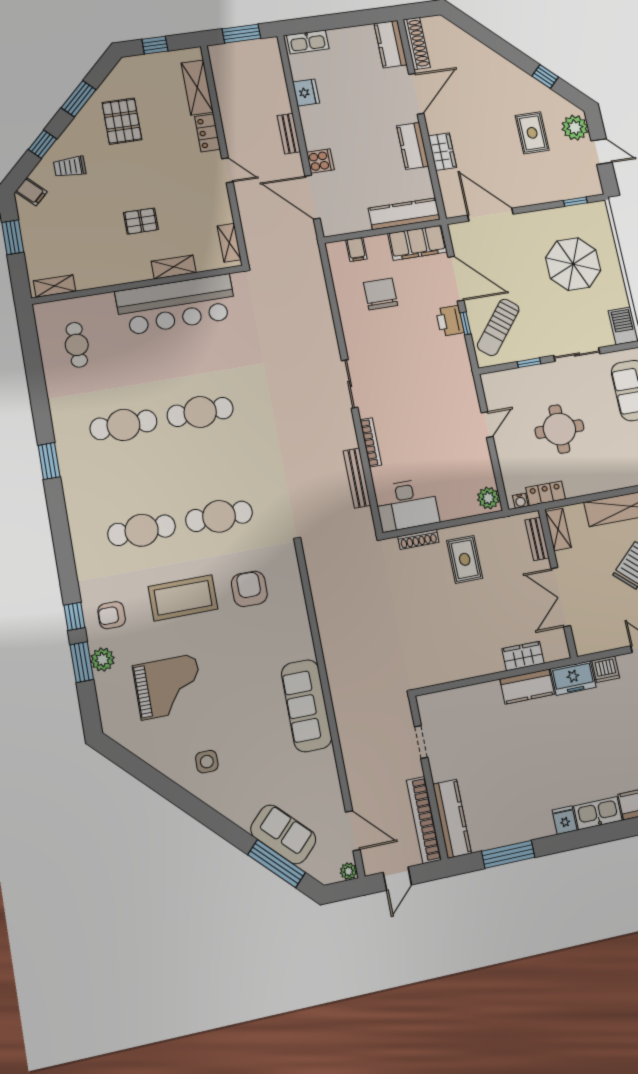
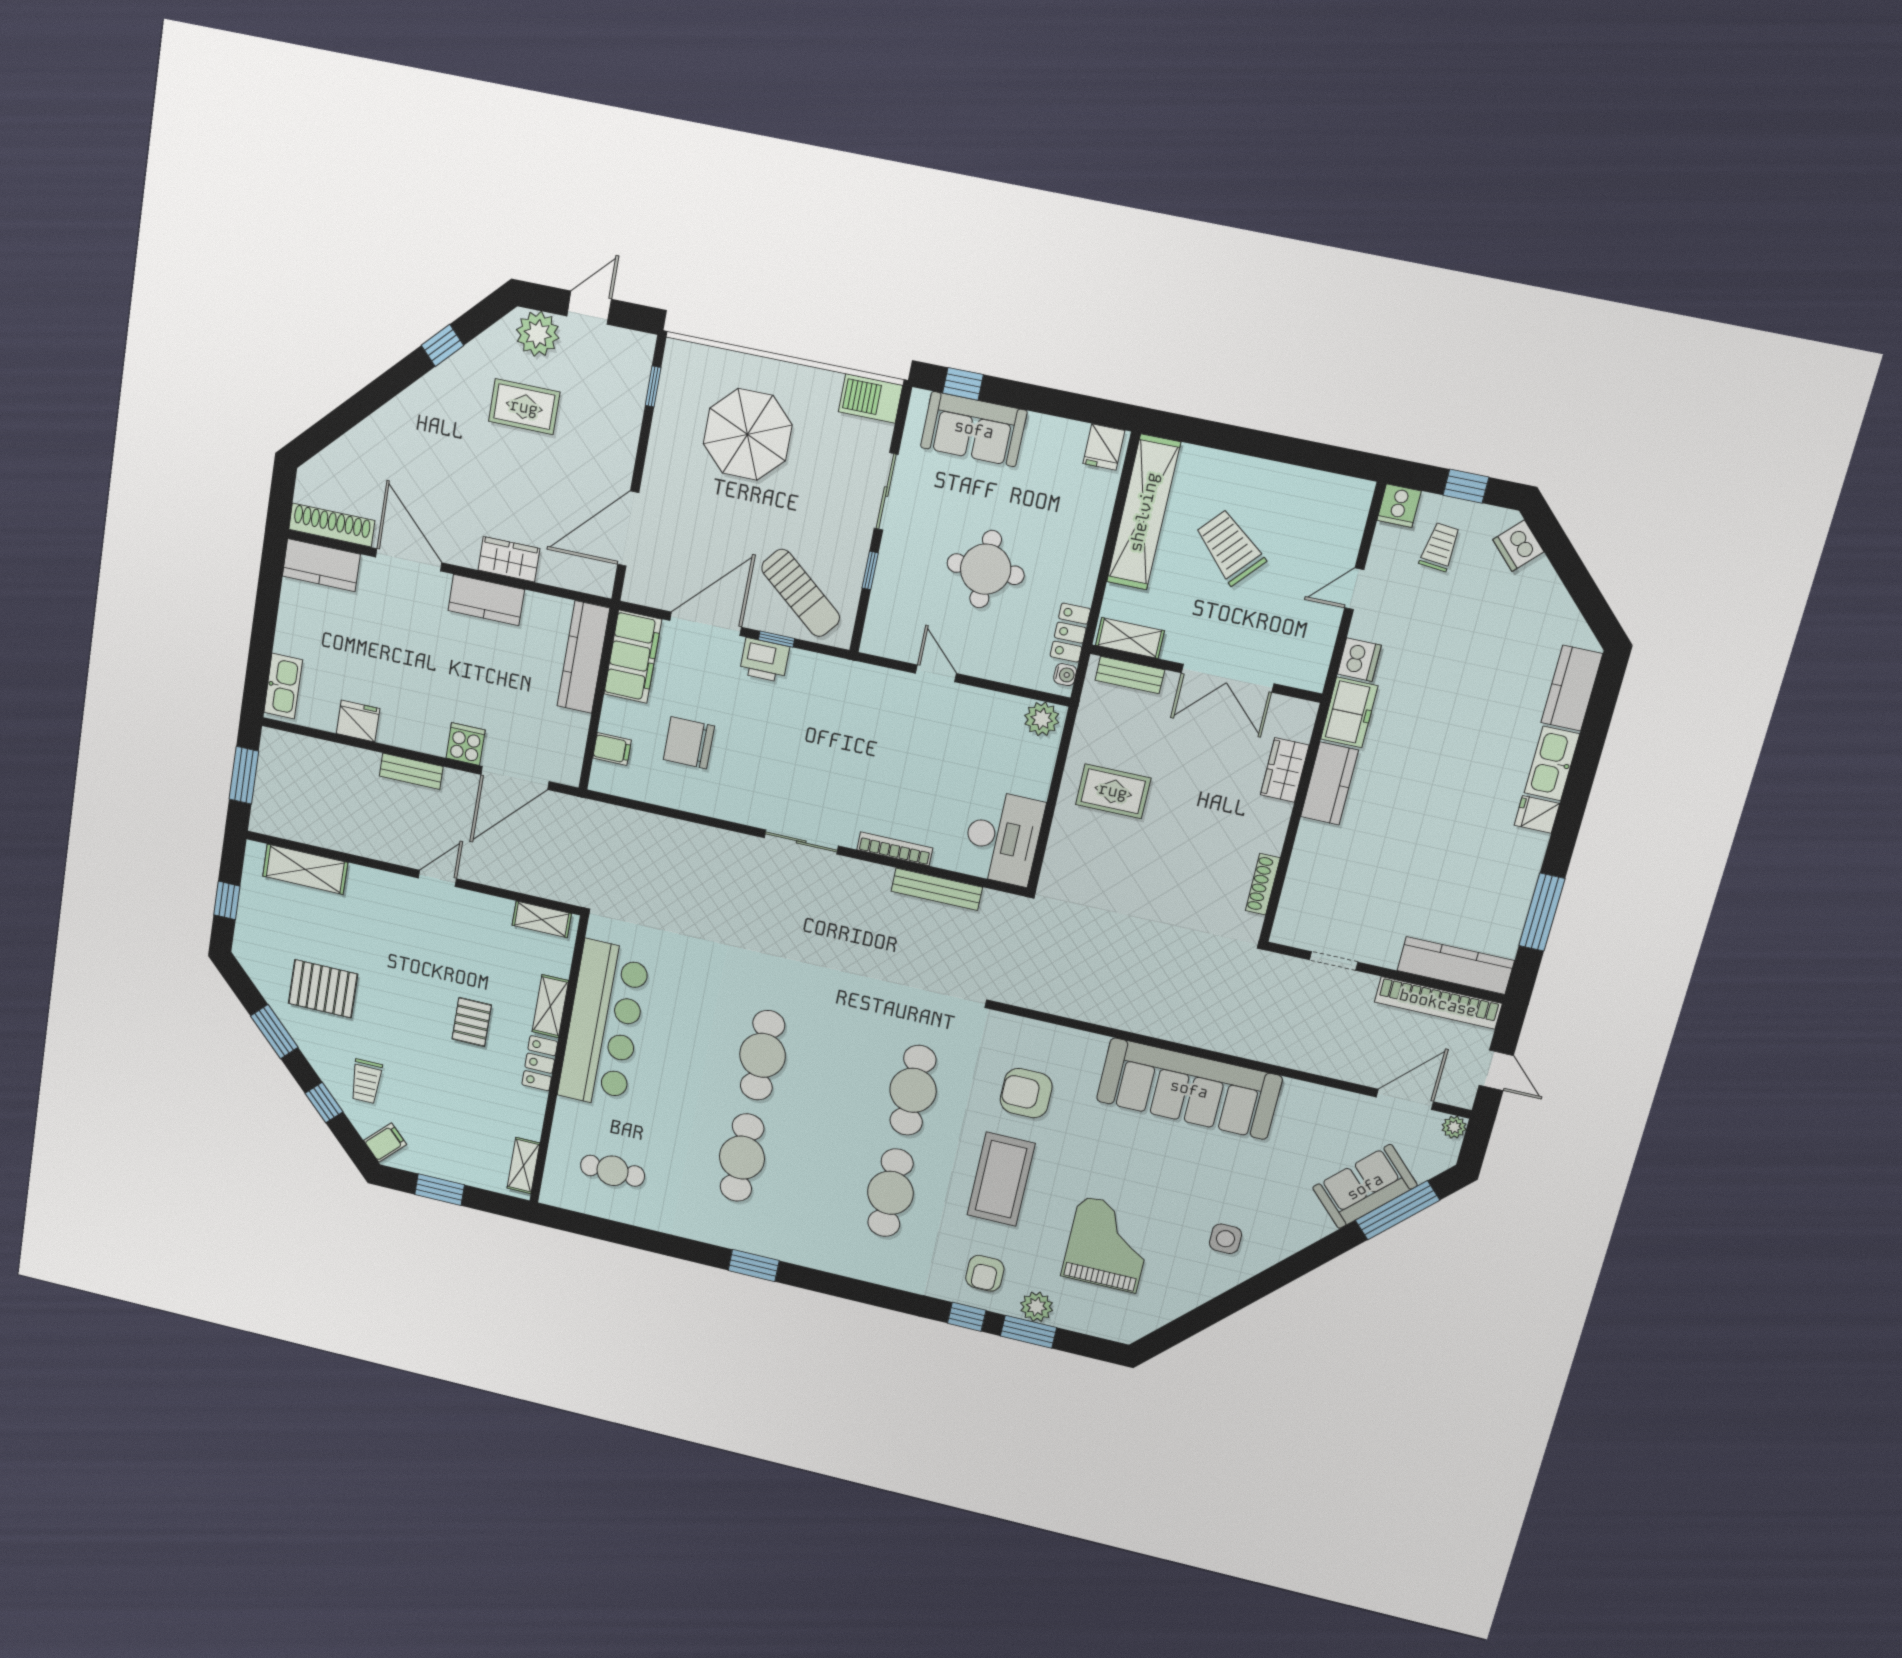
locker: (207, 133) -> (540, 1063), moved, turned 90
shoe rack: (418, 539) -> (1263, 884), moved, turned 180
sofa: (307, 706) -> (1189, 1089), width x1.36, depth x1.27

